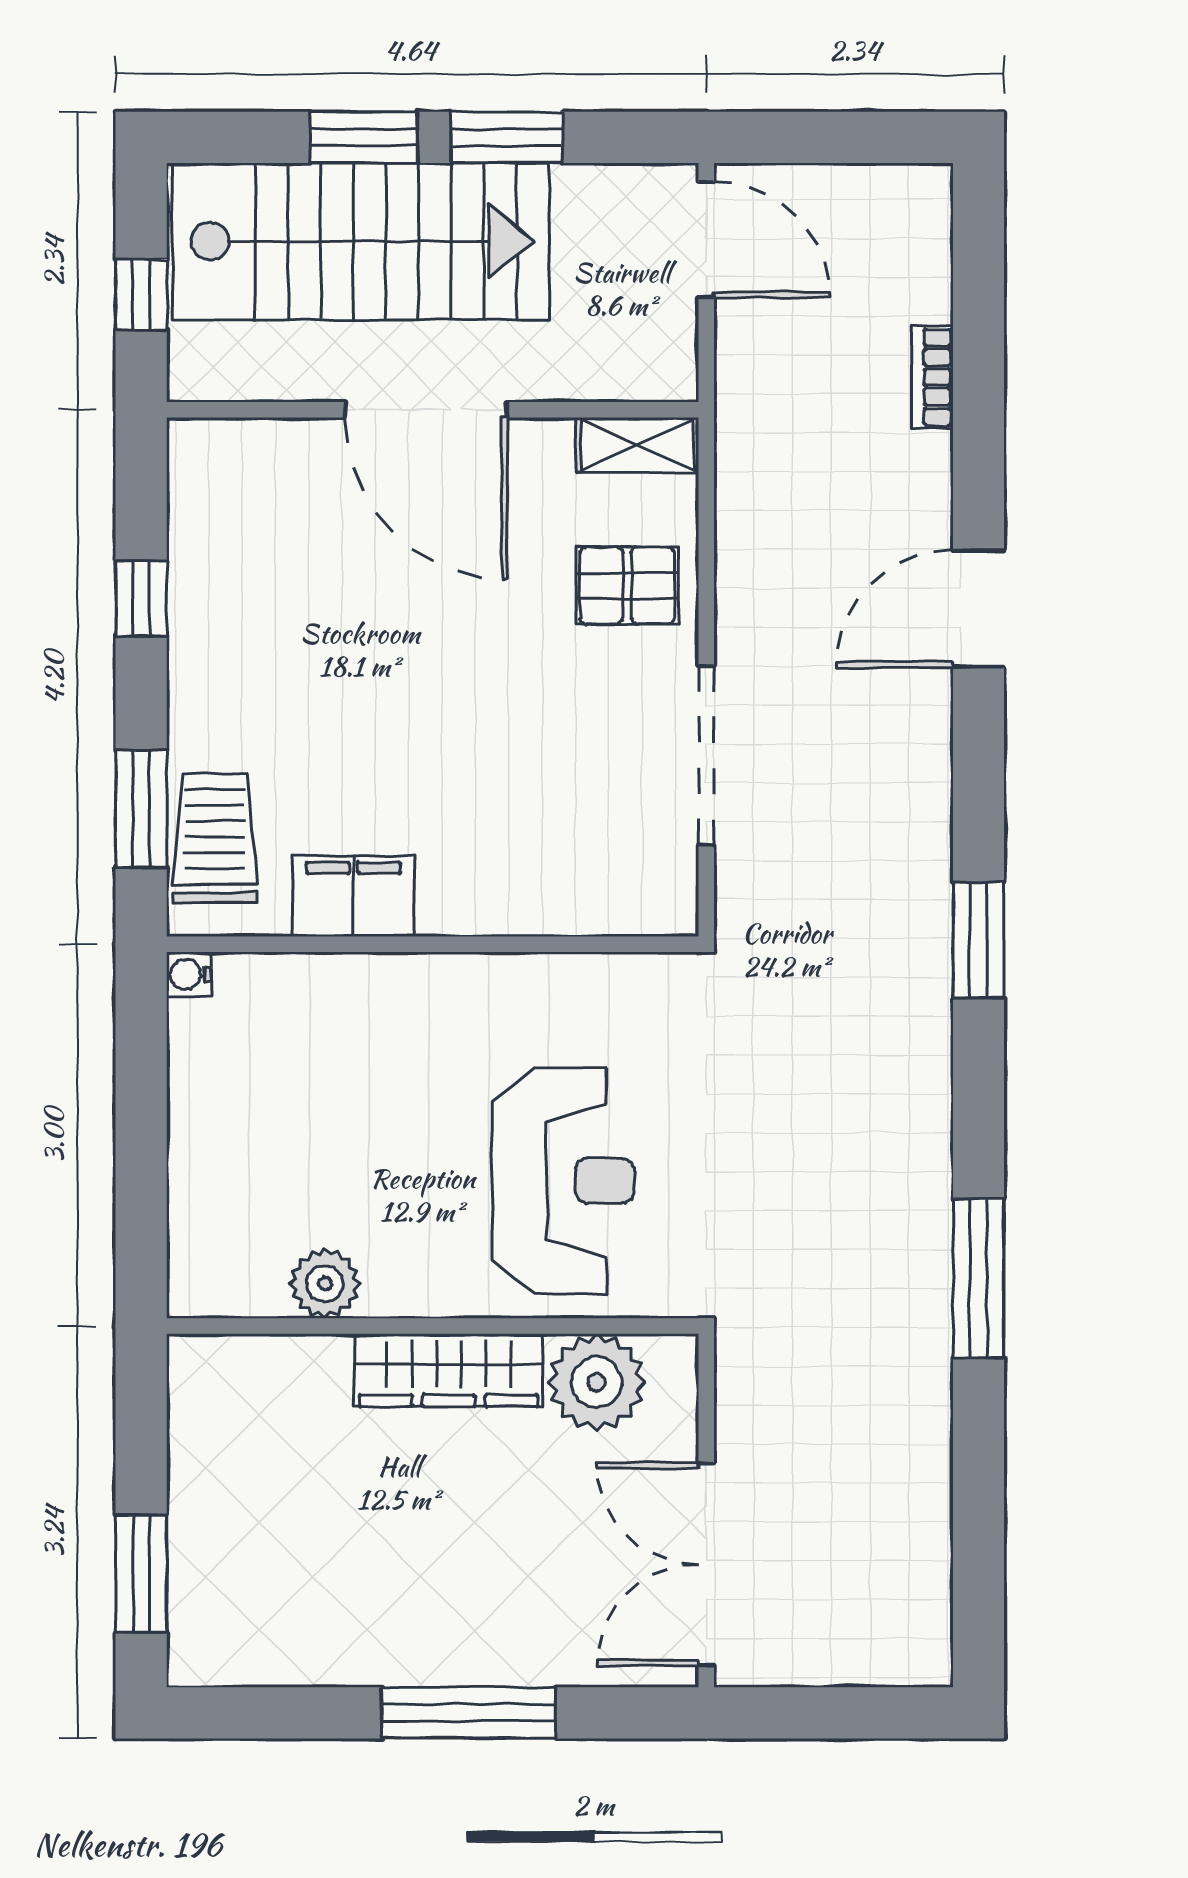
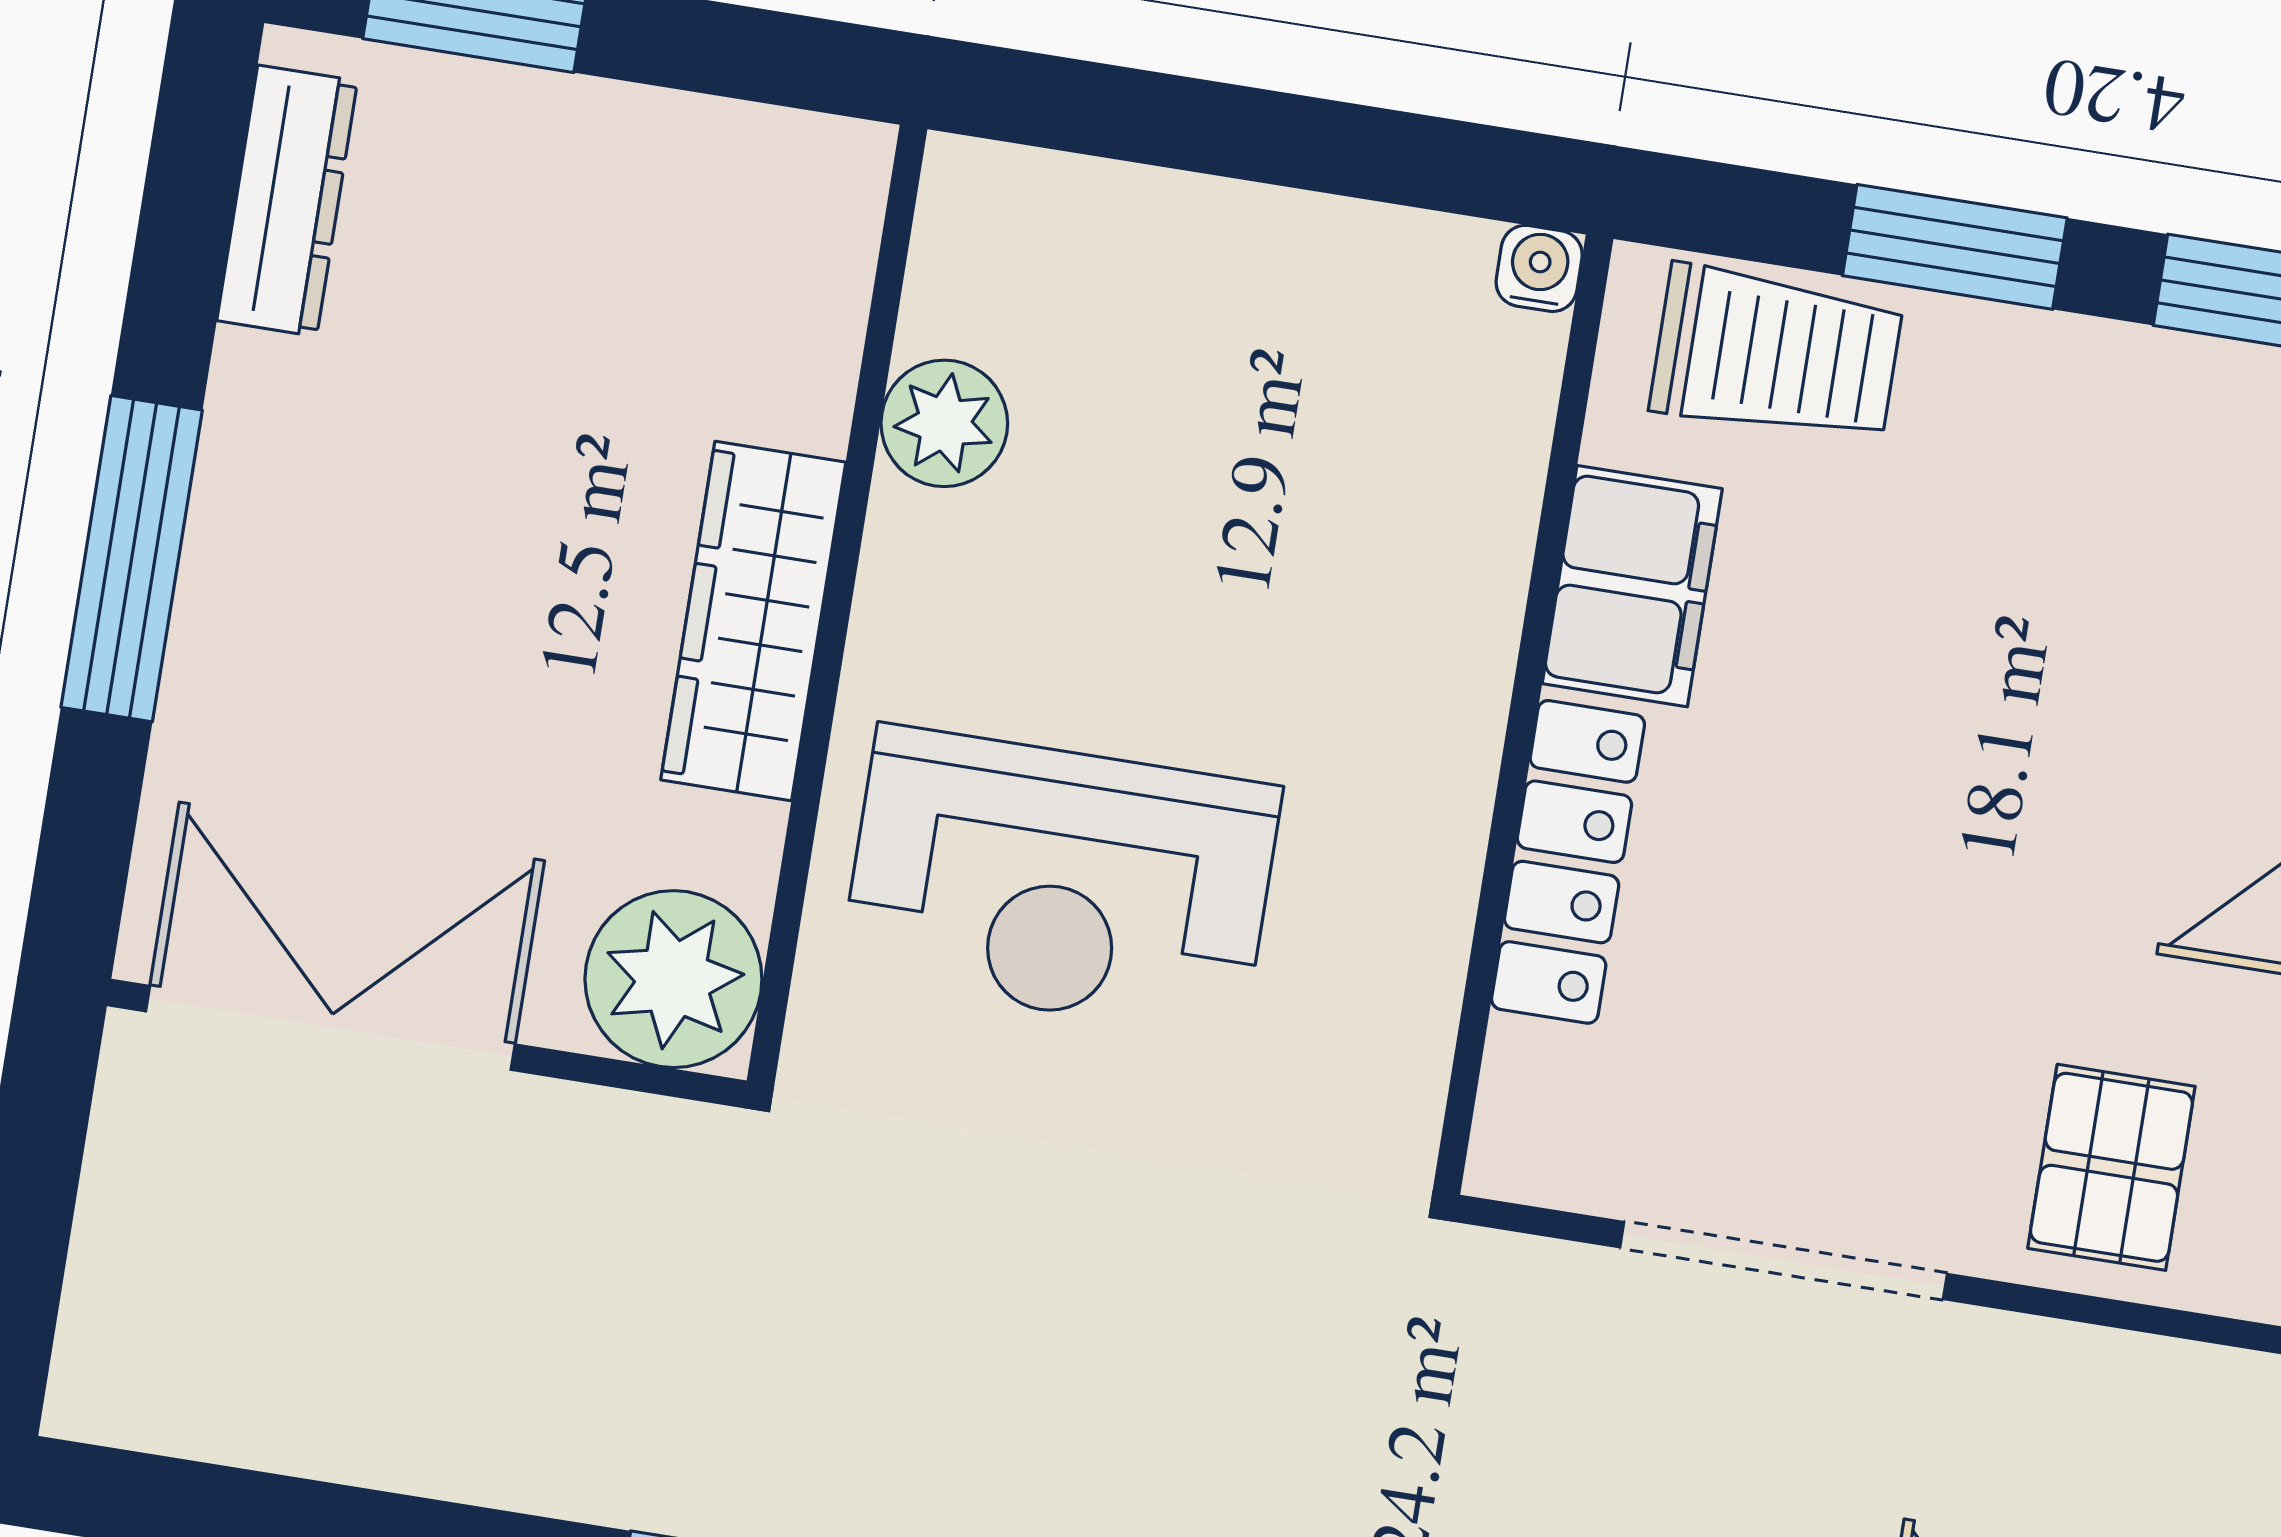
window: (141, 809) -> (1955, 247), moved
locker: (509, 907) -> (1568, 862), added
plant: (597, 1382) -> (673, 979), moved
dresser: (261, 1660) -> (287, 201), added

